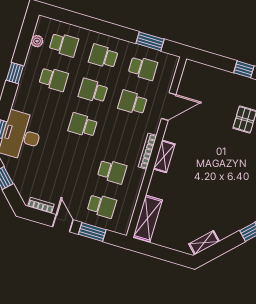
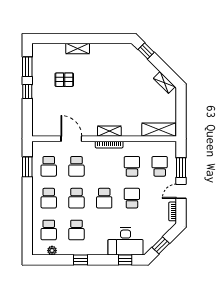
school desk: (64, 45) -> (49, 230), turned 180
school desk: (143, 68) -> (49, 166), turned 180
school desk: (54, 79) -> (76, 230), turned 180
school desk: (73, 160) -> (132, 198), added

